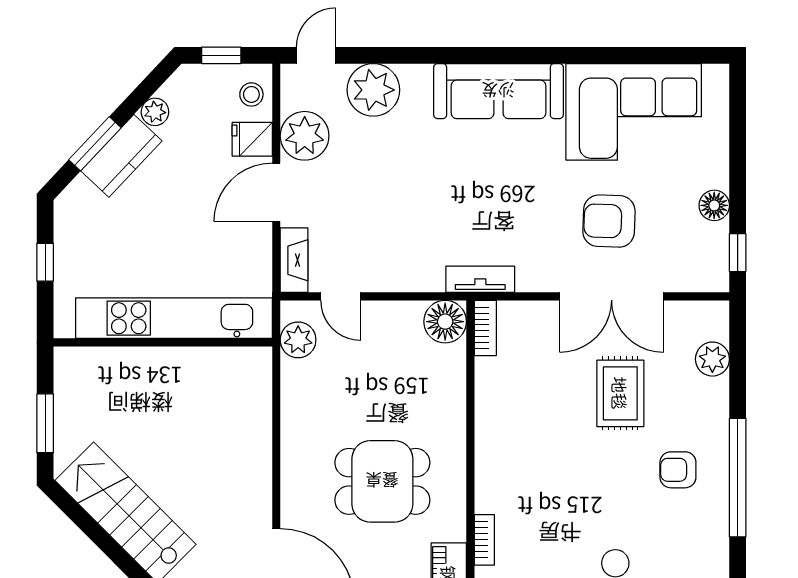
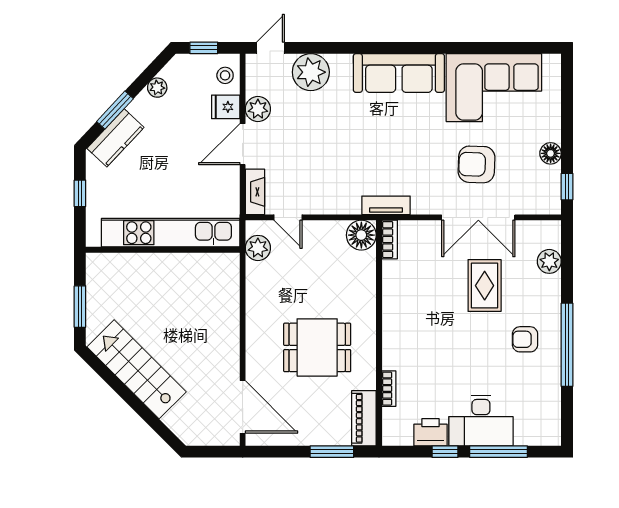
plant: (305, 136) -> (258, 109), width x0.73, depth x0.73
kitchen counter: (121, 156) -> (115, 138), moved

